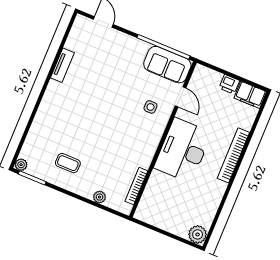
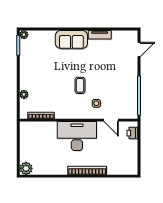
sofa: (167, 65) -> (71, 40), moved, turned -90
printer: (229, 84) -> (132, 133), moved
filing cabinet: (250, 95) -> (131, 165), removed
door: (180, 97) -> (111, 120), hinge flipped
coffee table: (68, 163) -> (80, 85), moved

